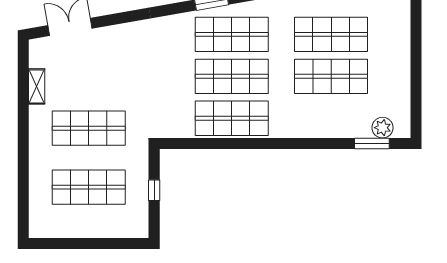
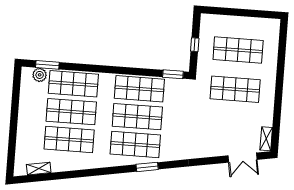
shelving: (37, 86) -> (266, 139), moved
shop shelf: (331, 118) -> (73, 84), added
window: (183, 144) -> (173, 74), added

